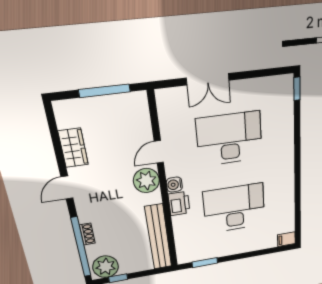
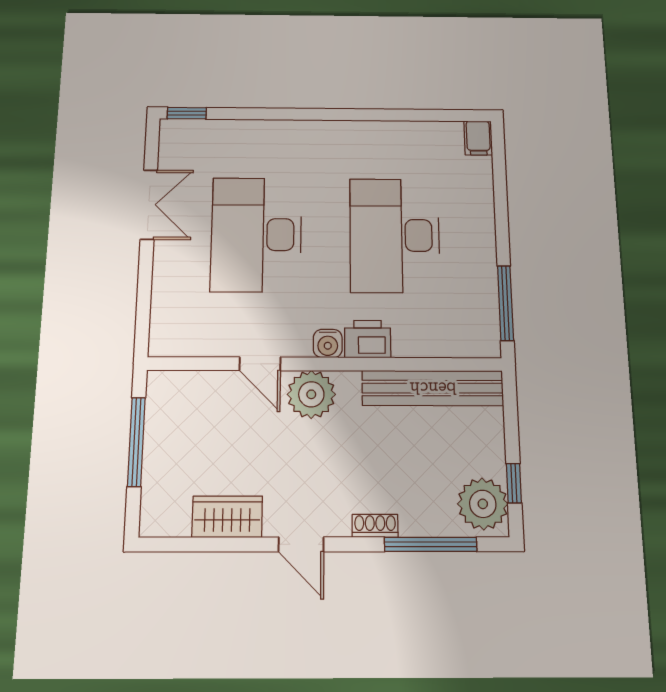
double door: (208, 79) -> (149, 204), moved
shoe rack: (87, 234) -> (375, 526), moved
window: (81, 247) -> (431, 544), width x0.68
window: (205, 263) -> (505, 303), width x1.44

